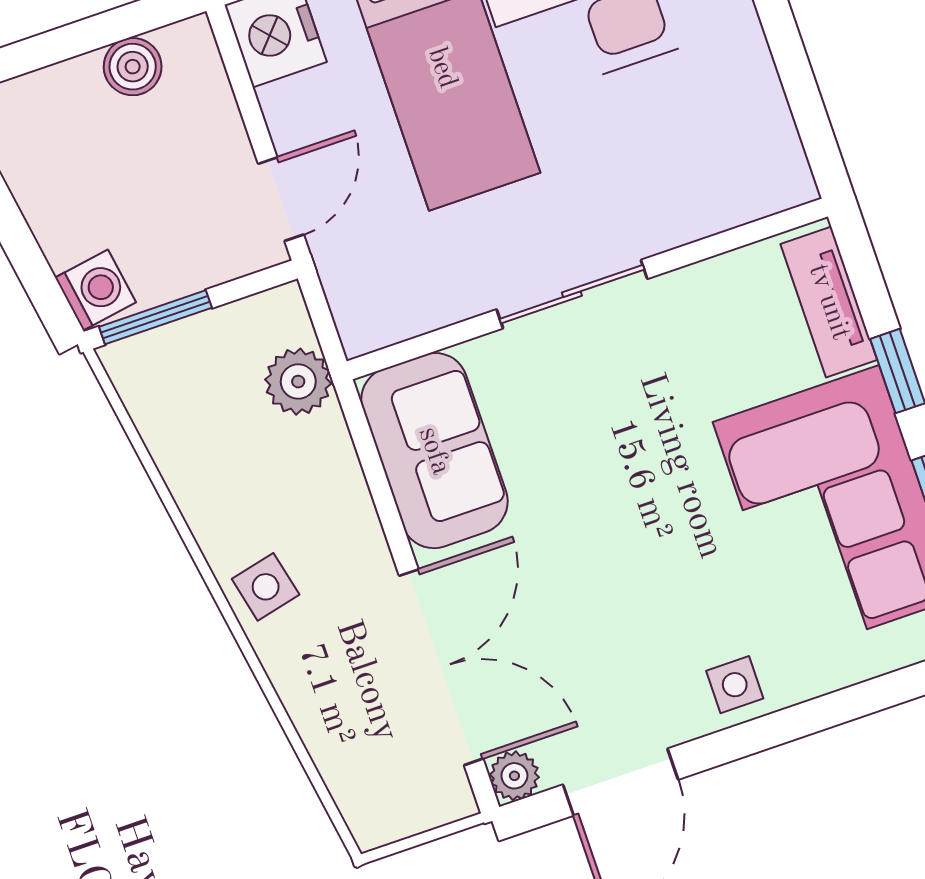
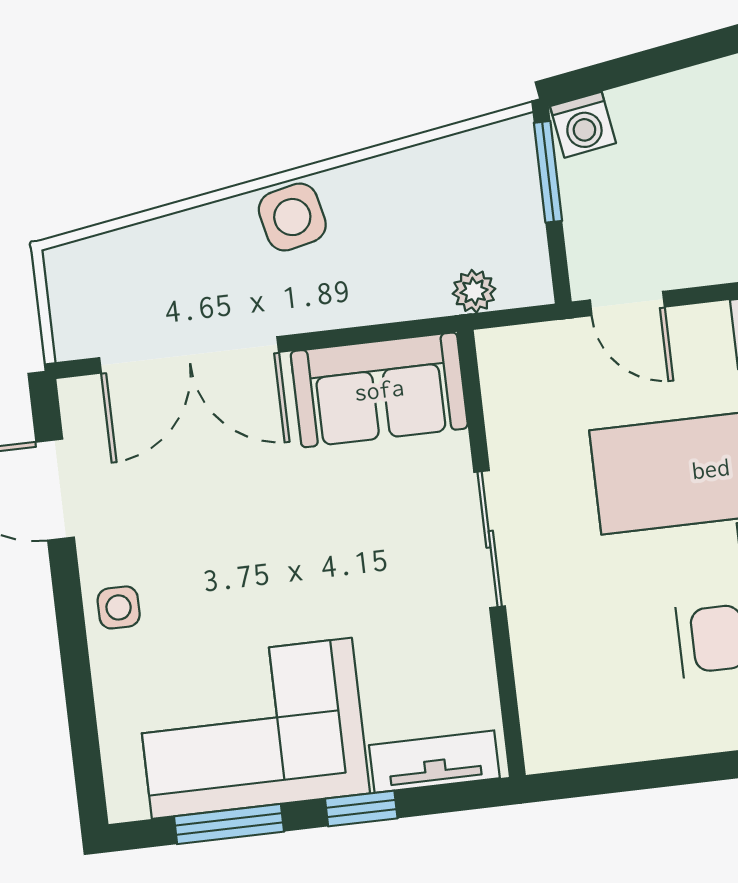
plant: (298, 382) -> (474, 291), width x0.73, depth x0.73
side table: (266, 587) -> (292, 217), width x1.37, depth x1.37
plant: (514, 776) -> (81, 398), removed

